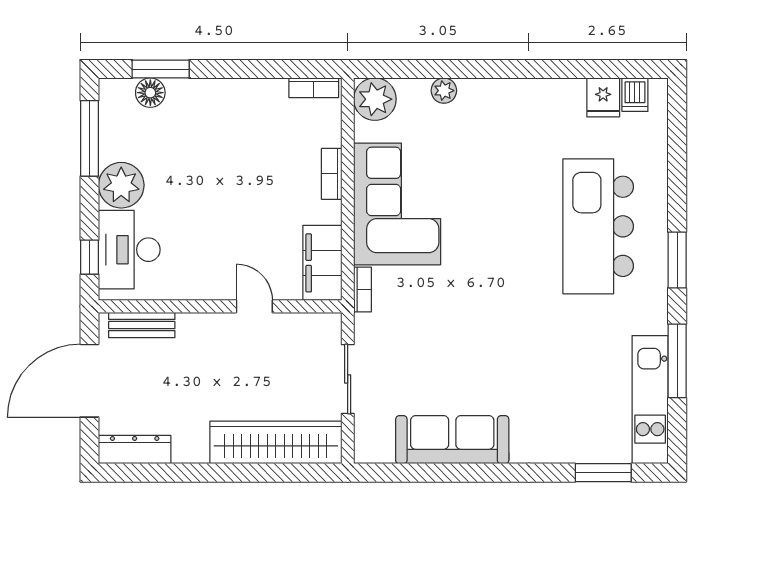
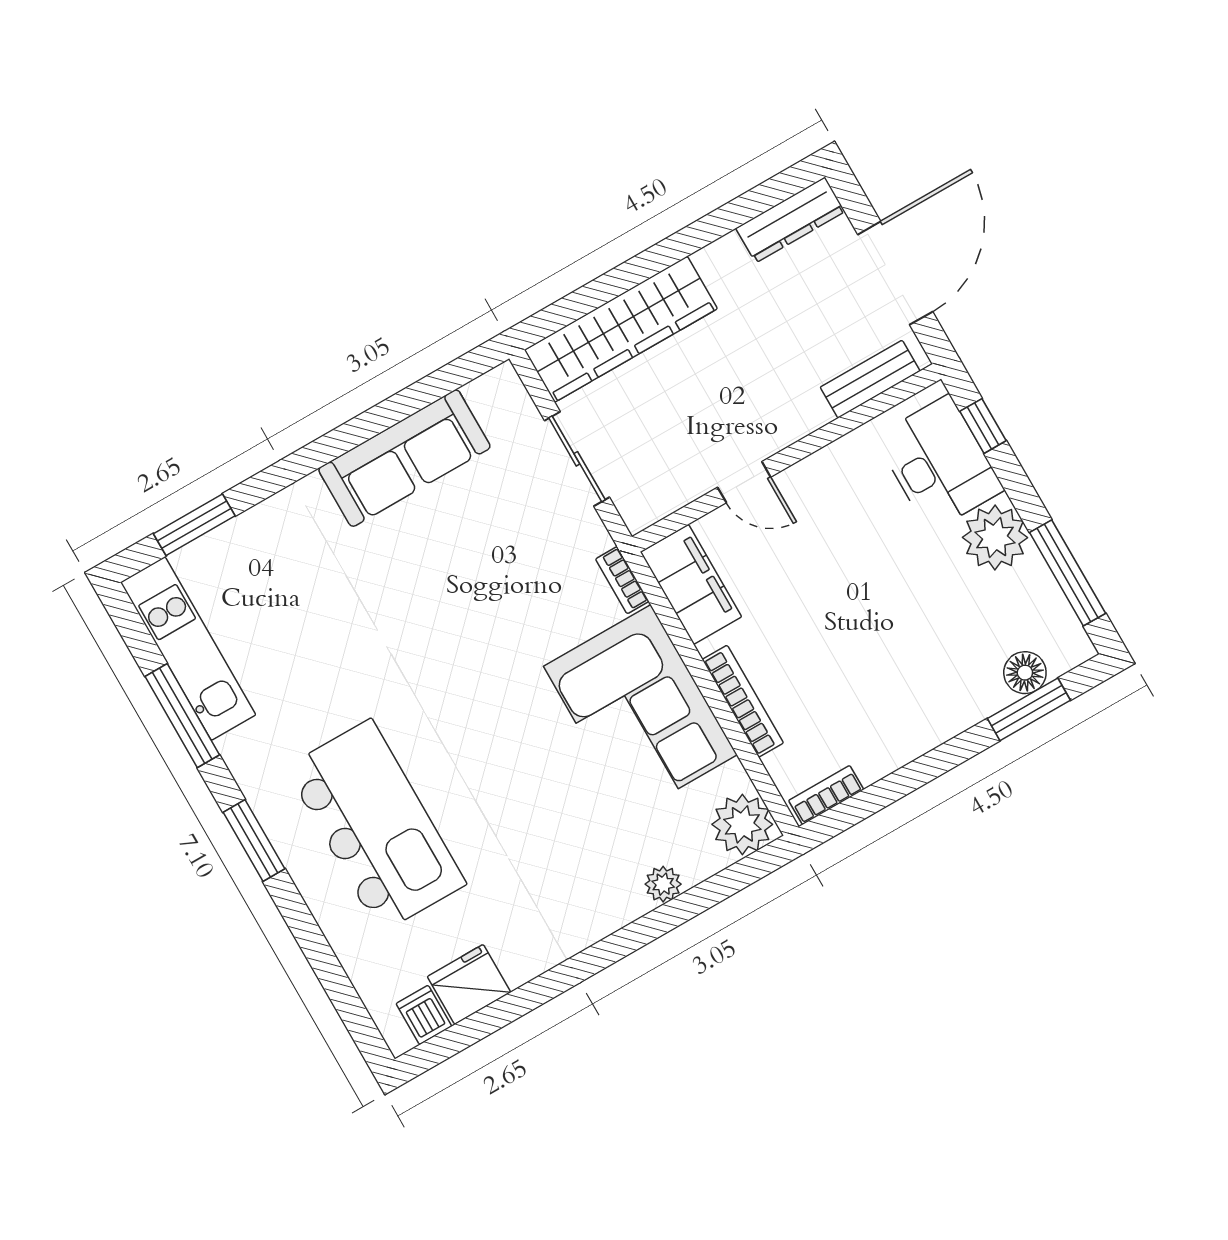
fridge: (603, 97) -> (469, 984), width x1.38
bookcase: (332, 174) -> (743, 701), width x1.56

